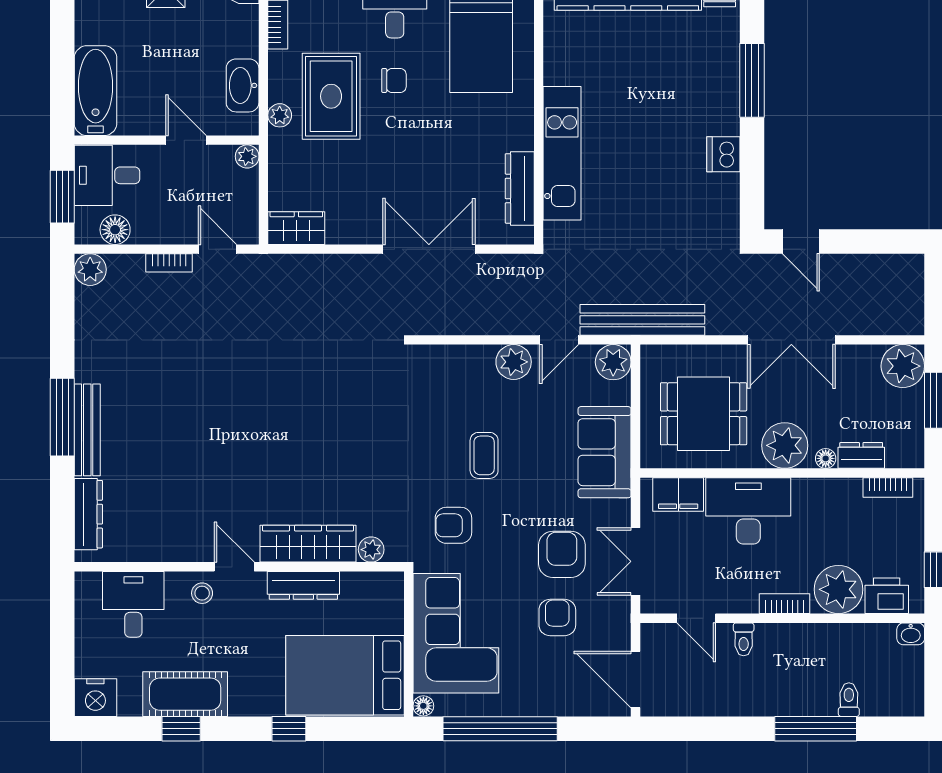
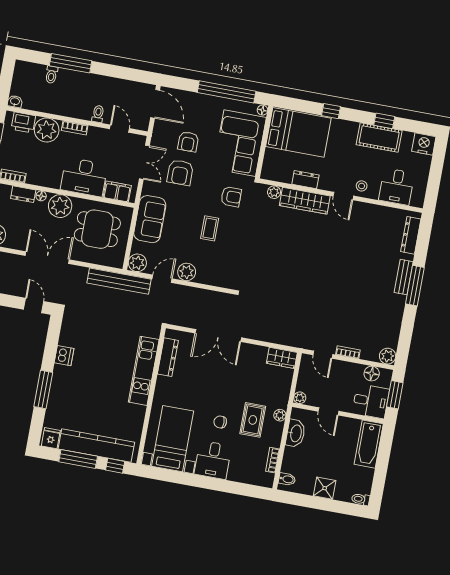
rug: (331, 96) -> (253, 420), width x0.73, depth x0.70
bench: (87, 430) -> (404, 277), width x0.73
dresser: (303, 585) -> (305, 180), width x0.70

